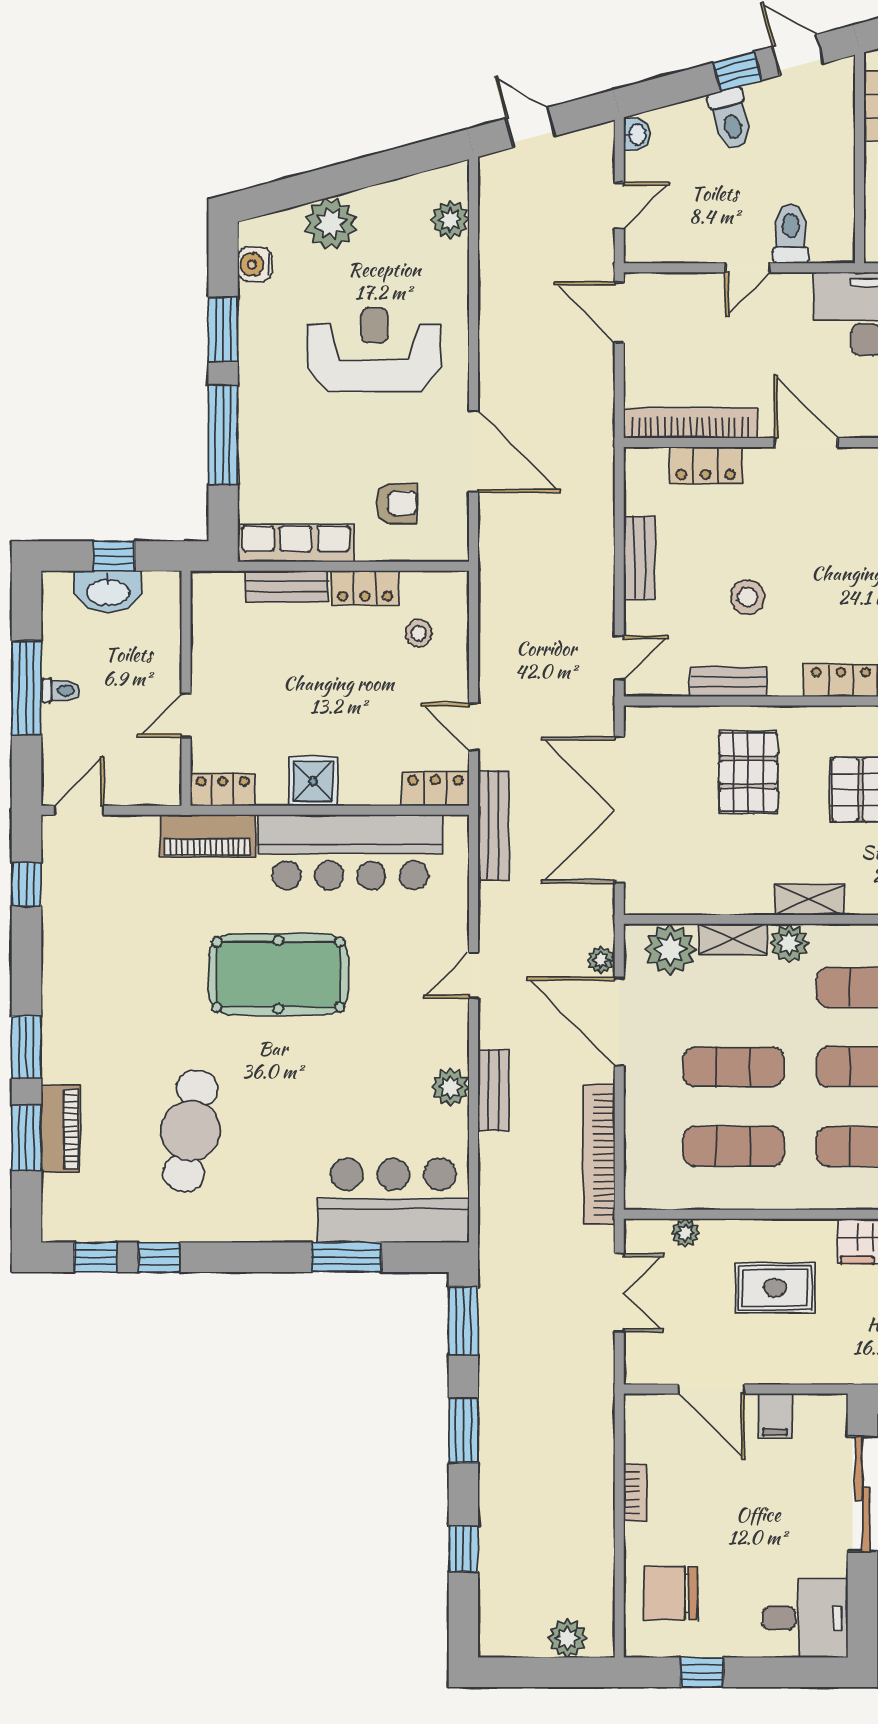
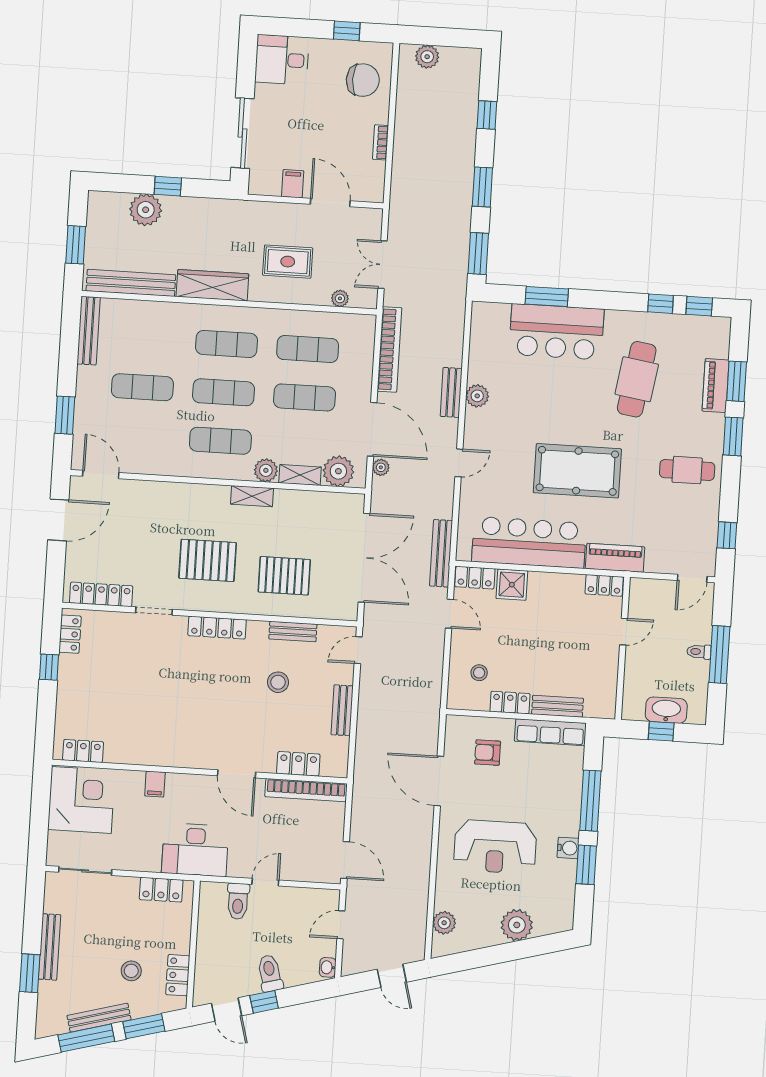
water cooler: (255, 264) -> (568, 848), moved
pallet: (748, 772) -> (284, 576), turned 90
shower: (313, 781) -> (512, 585), moved
cafe table: (98, 987) -> (687, 470), added
bar counter: (393, 1201) -> (557, 332), moved

